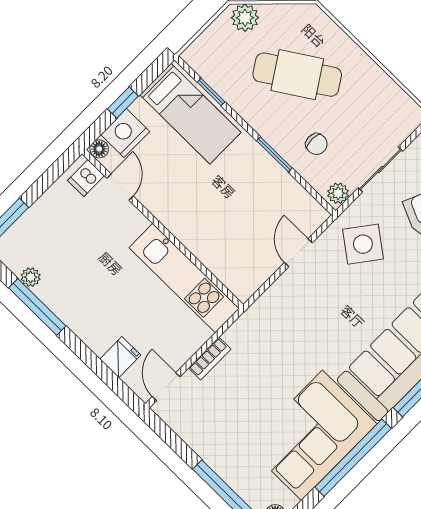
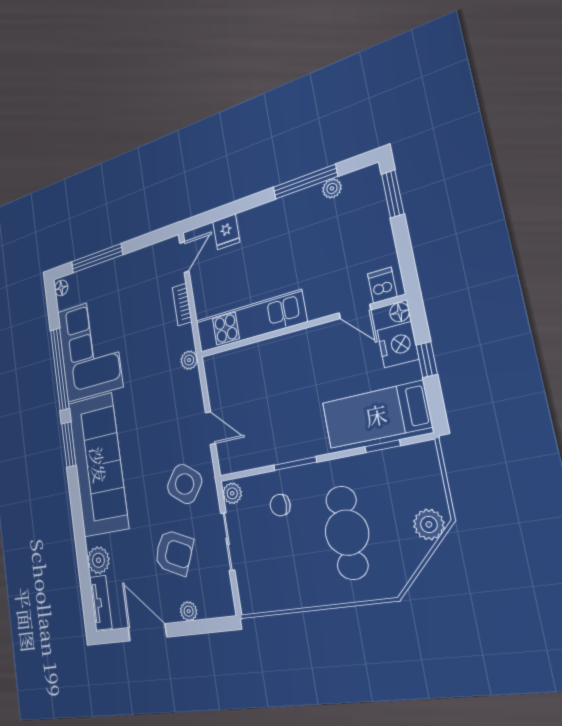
cafe table: (297, 75) -> (347, 533), turned -57
plant: (254, 316) -> (189, 360), added
door: (166, 387) -> (184, 257), hinge flipped

